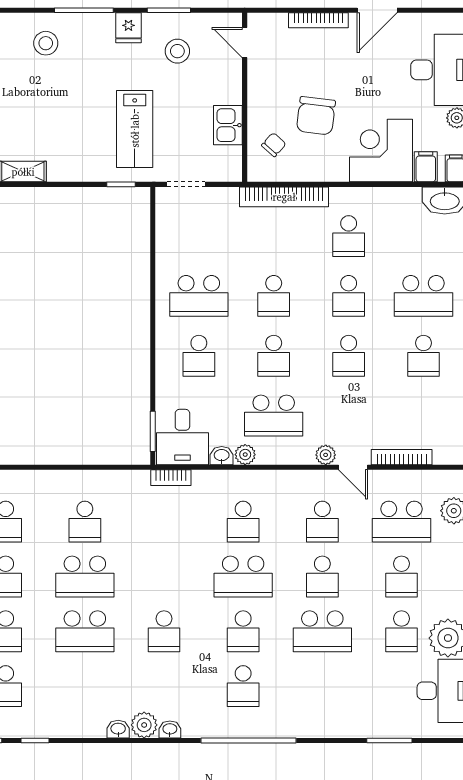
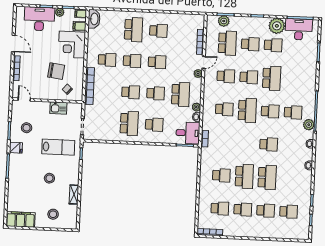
door: (245, 42) -> (24, 99), swing flipped
stool: (46, 43) -> (49, 178), moved
plant: (144, 725) -> (309, 125), moved

